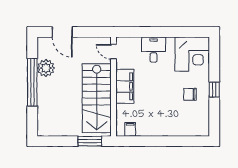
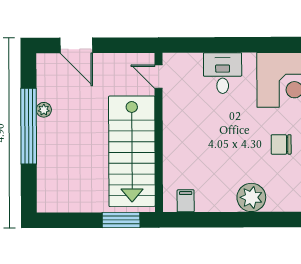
plant: (46, 68) -> (44, 110), width x0.53, depth x0.53
filing cabinet: (125, 86) -> (177, 132), removed
plant: (171, 127) -> (251, 197), added

